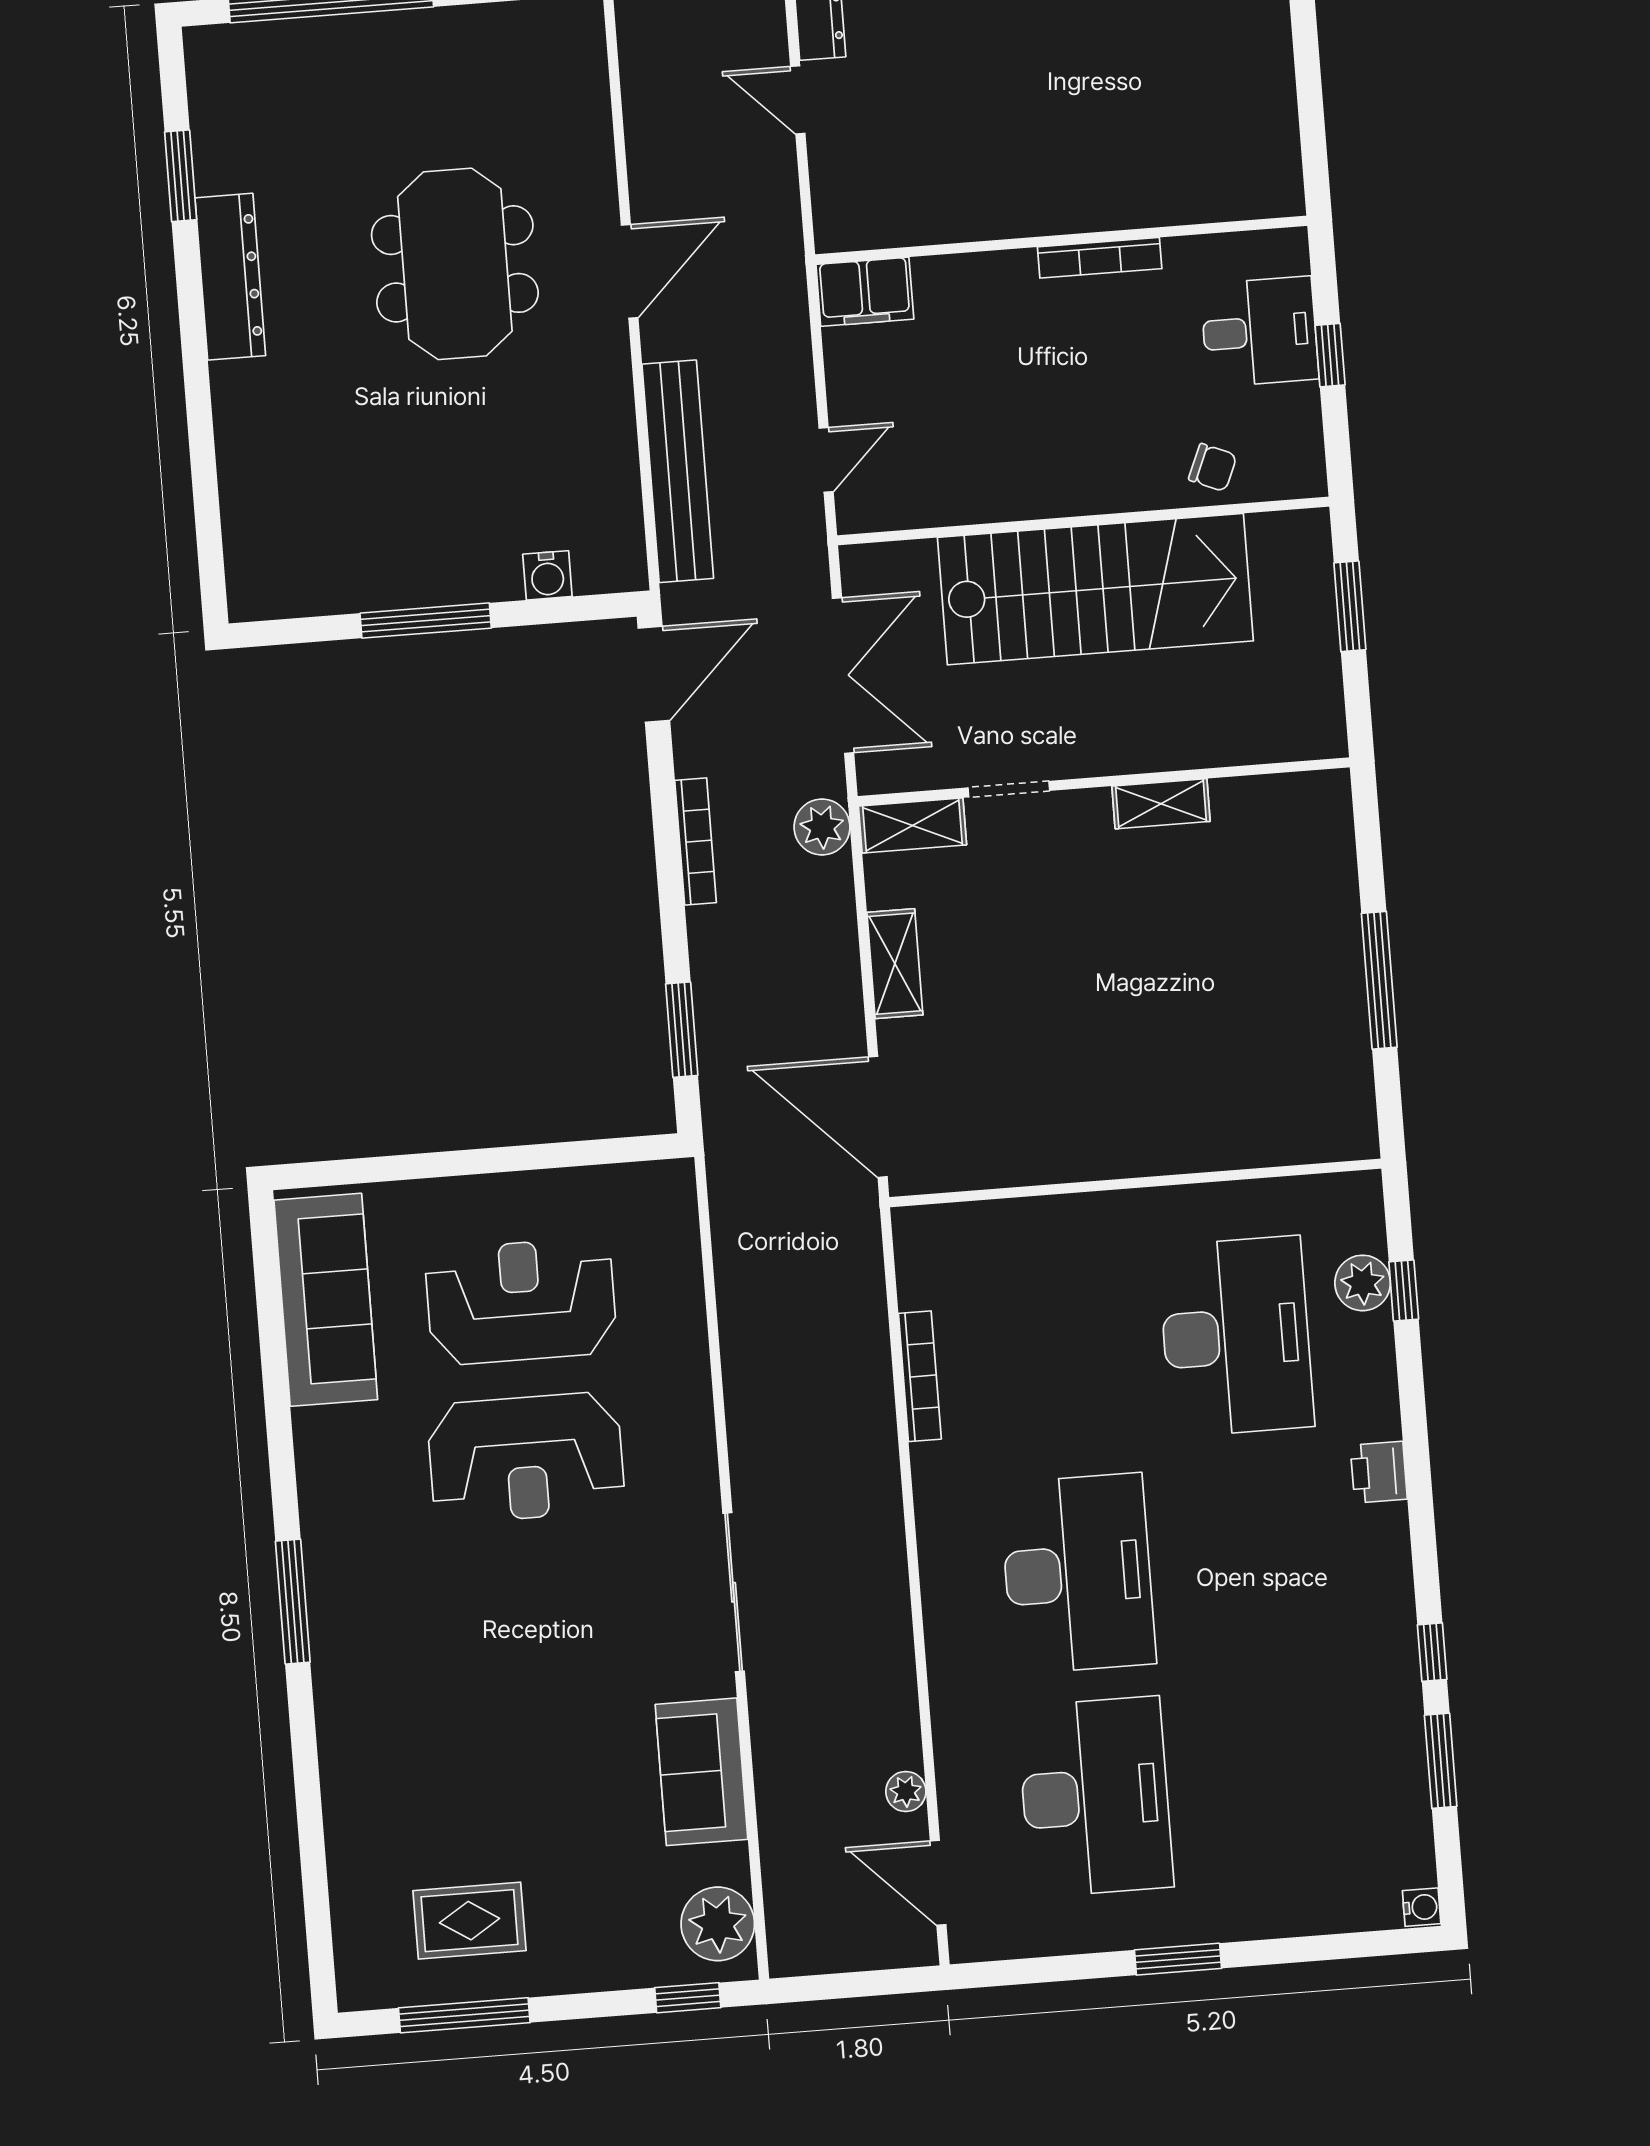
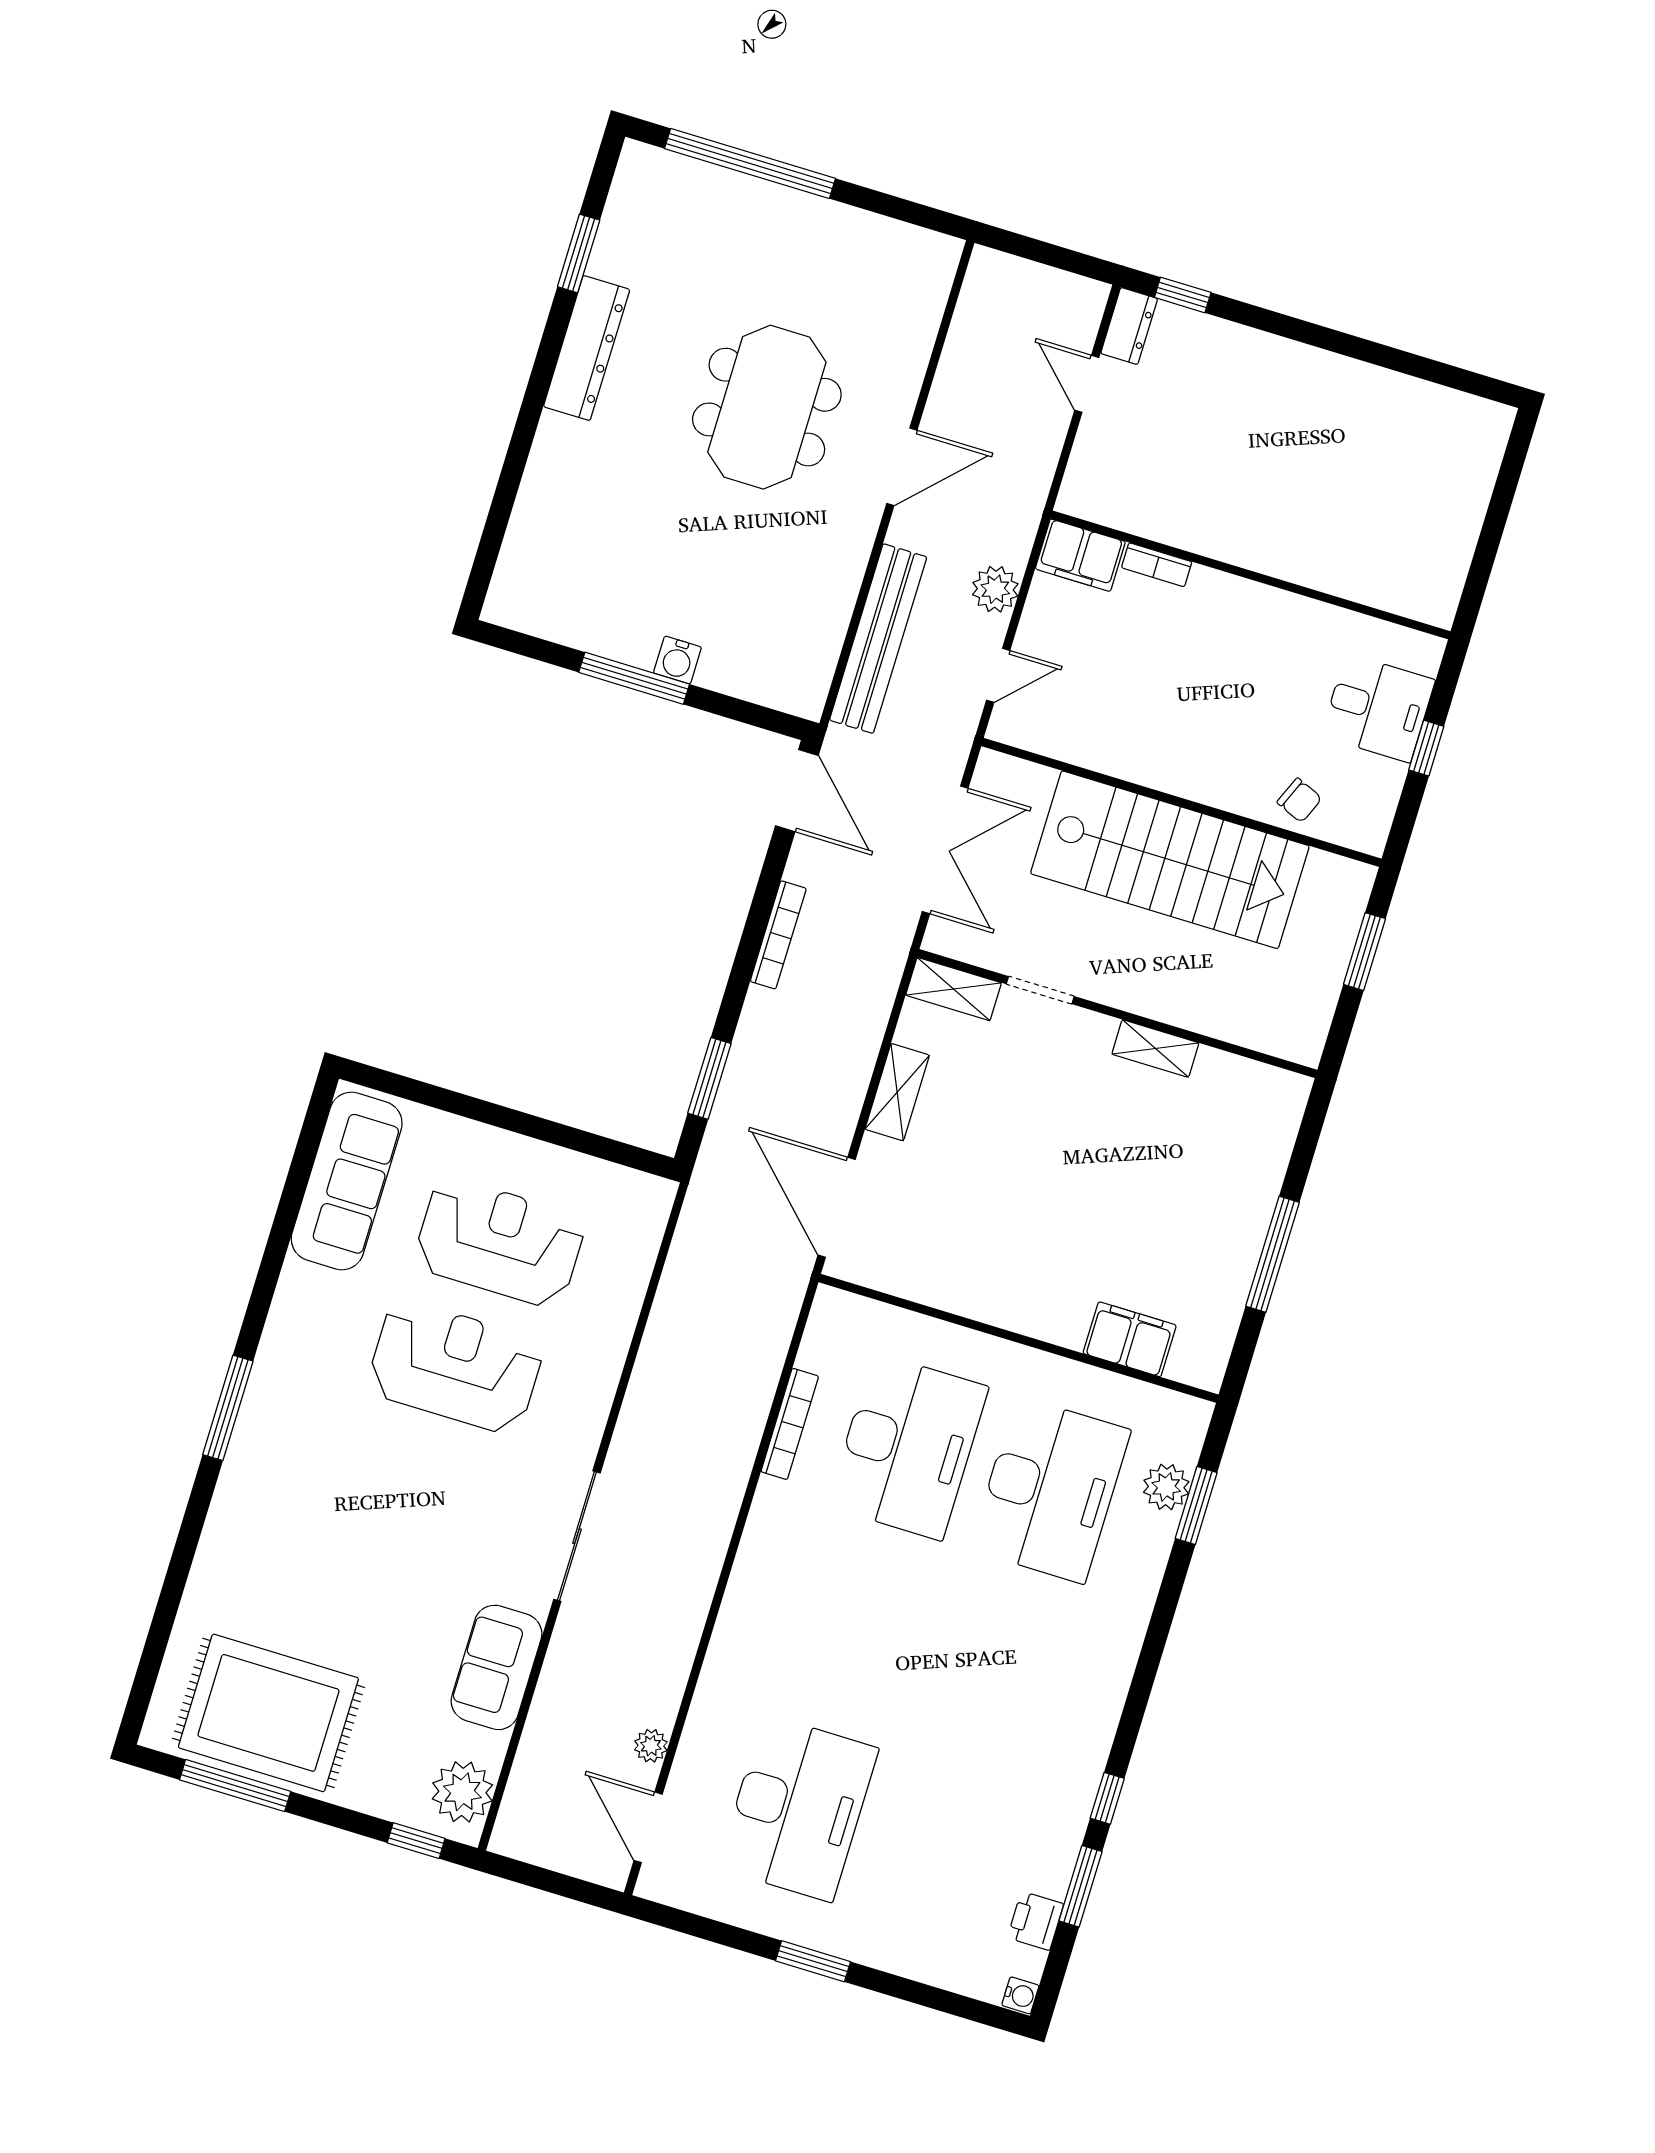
bookcase: (1100, 258) -> (1157, 565), moved, width x0.64
water cooler: (547, 575) -> (677, 660), moved
door: (654, 674) -> (797, 791), hinge flipped
plant: (822, 827) -> (995, 589), moved
filing cabinet: (1258, 1136) -> (1130, 1339), added
window: (1404, 1291) -> (1196, 1506), width x1.50
reception desk: (526, 1458) -> (455, 1367), turned 180
printer: (1379, 1472) -> (1036, 1921), moved
desk: (1078, 1573) -> (908, 1447), moved
rug: (470, 1921) -> (268, 1713), width x1.86, depth x2.06

